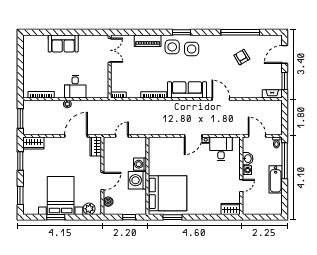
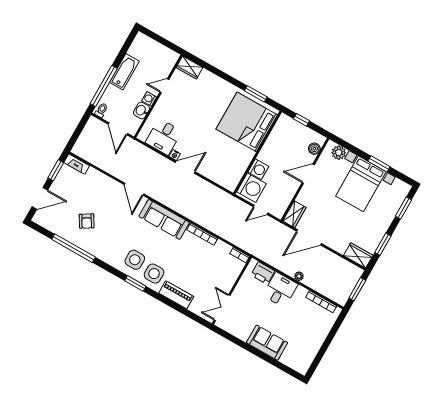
printer: (95, 92) -> (263, 273), added
washing machine: (137, 180) -> (251, 188), moved

